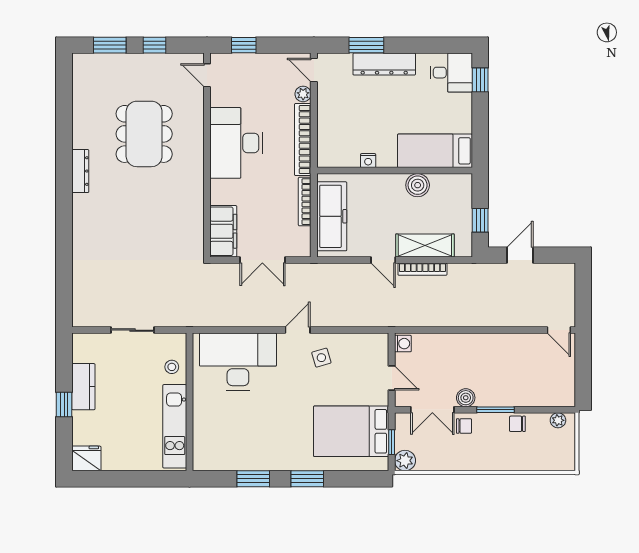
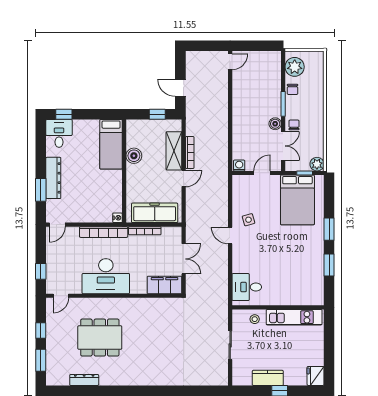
plant: (303, 94) -> (73, 232), removed
nightstand: (368, 161) -> (118, 218), moved
dresser: (80, 171) -> (84, 380), moved
desk: (238, 362) -> (247, 287), width x0.53, depth x0.77
plant: (558, 420) -> (295, 67), width x1.87, depth x1.87

